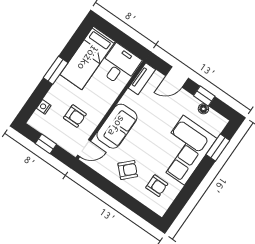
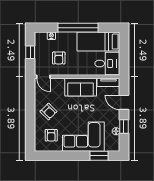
window: (56, 70) -> (78, 28), width x2.11
sofa: (117, 126) -> (81, 87), moved

